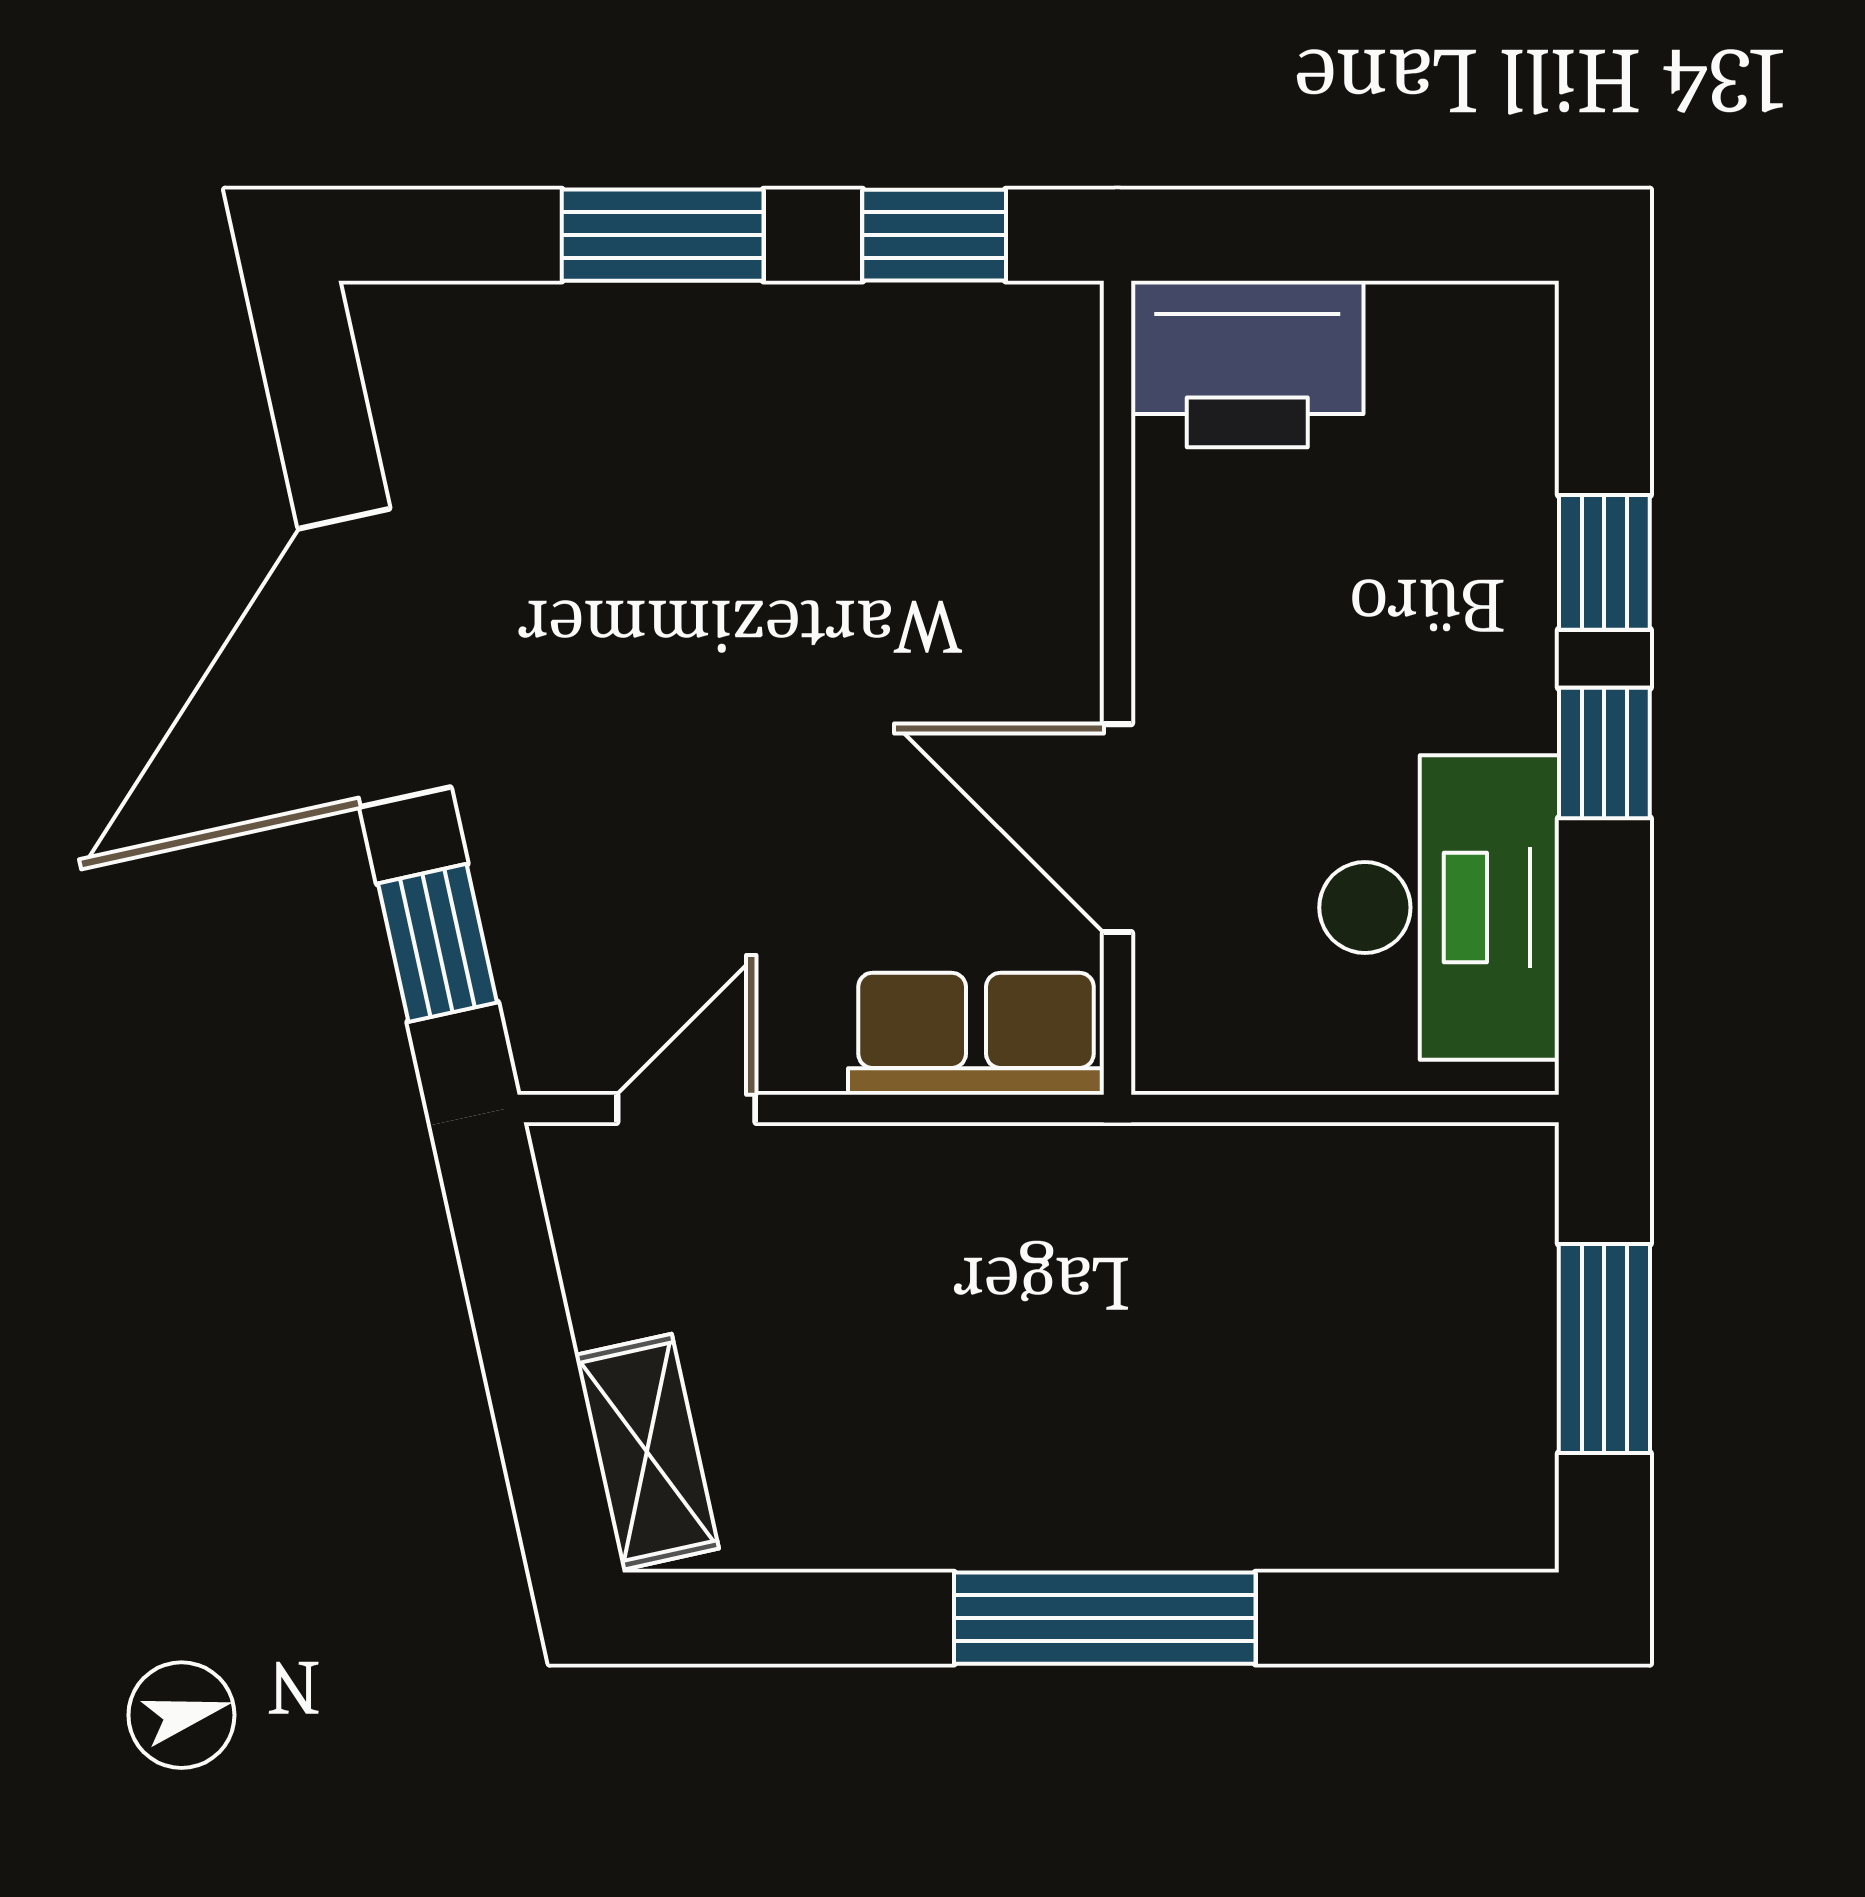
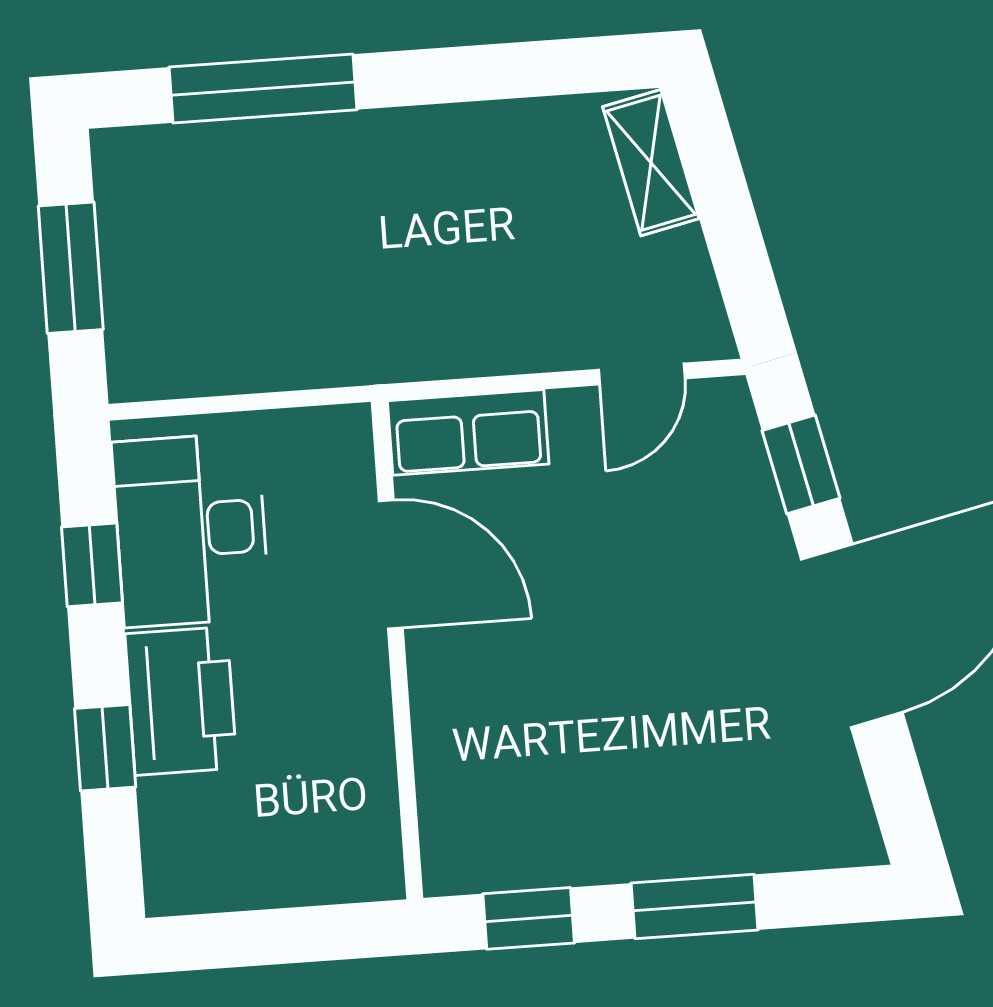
printer: (1247, 364) -> (181, 701), moved, turned 90
window: (1604, 753) -> (92, 565), moved
window: (1105, 1618) -> (263, 88), moved

